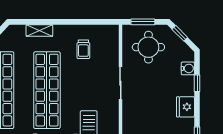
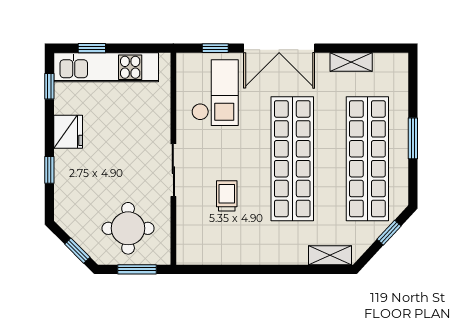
shelving: (39, 30) -> (330, 255), moved
trolley: (83, 49) -> (227, 196), moved
water cooler: (188, 68) -> (64, 194), removed

